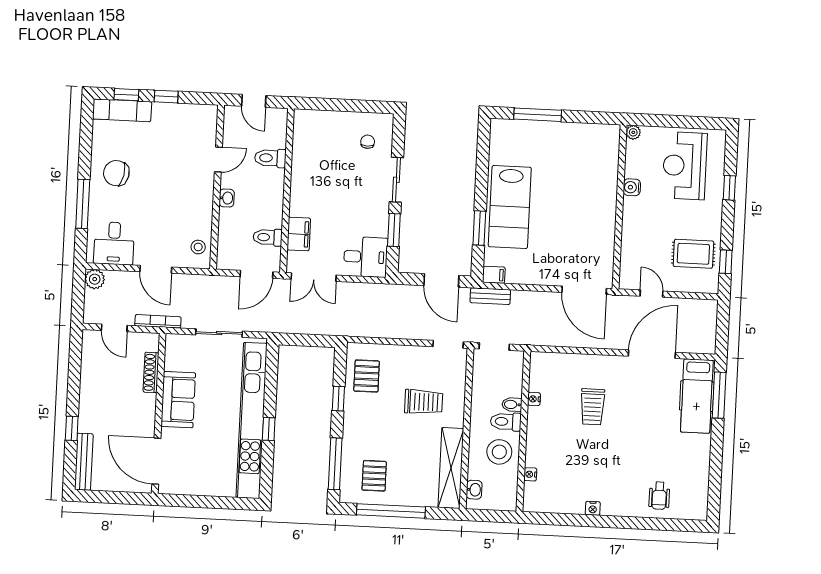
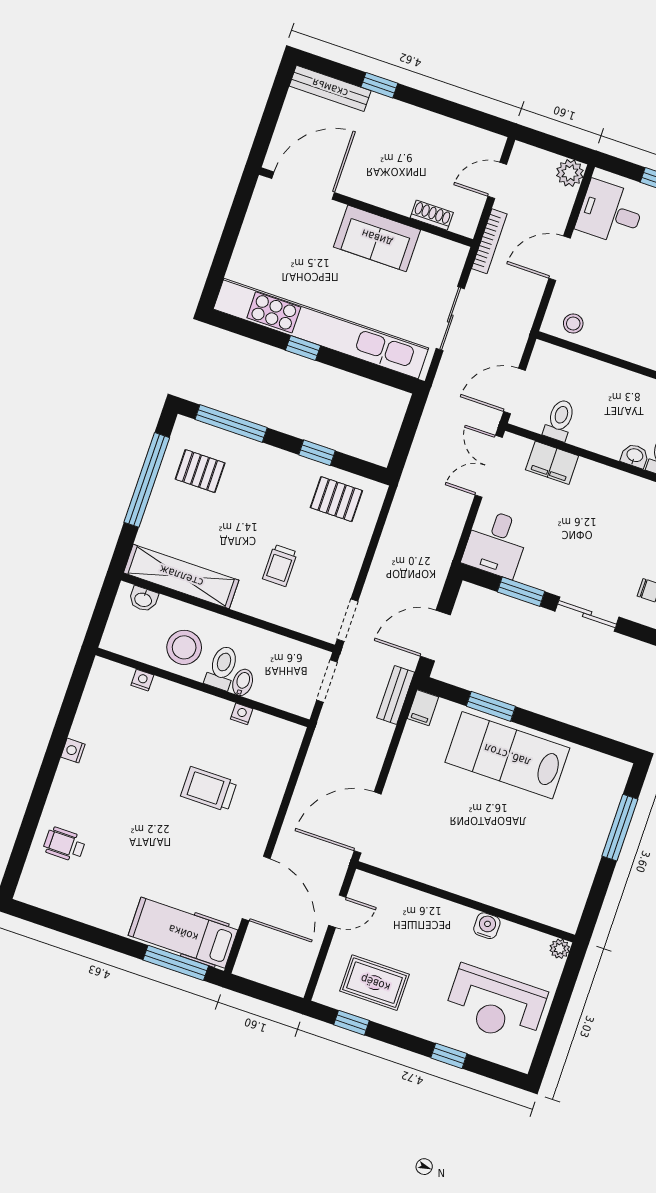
reception desk: (685, 166) -> (496, 1005), turned 180
washbasin: (227, 198) -> (635, 456), moved, turned 180
rug: (693, 254) -> (375, 983), turned 90
door: (257, 274) -> (514, 391), hinge flipped
shoe rack: (151, 372) -> (432, 215), width x0.70
trolley: (424, 402) -> (280, 565), width x0.73, depth x0.72

